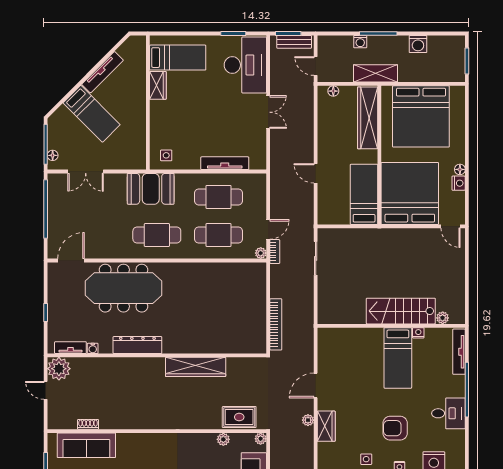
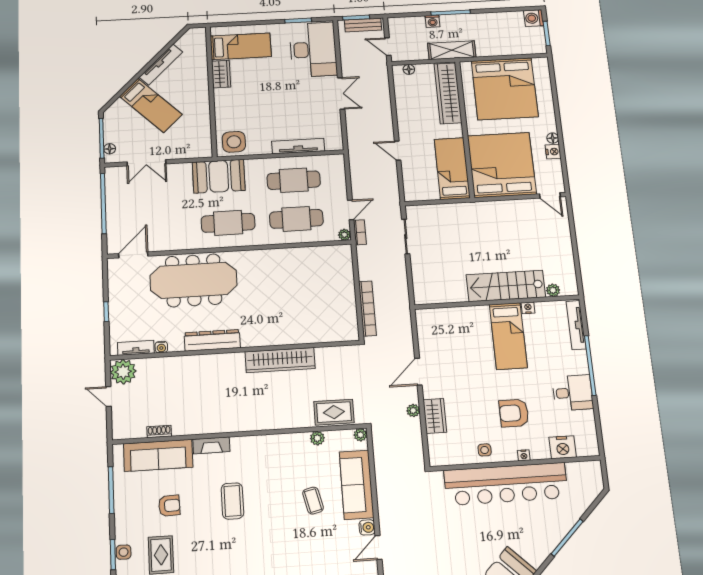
washing machine: (418, 44) -> (534, 18), moved, turned 90
side table: (166, 155) -> (234, 142), width x1.87, depth x1.87
fireplace: (132, 440) -> (211, 445), added

